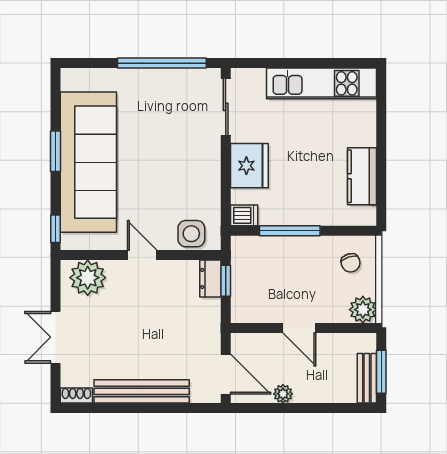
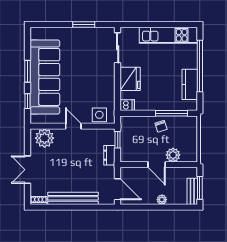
window: (162, 63) -> (84, 25), width x0.47
window: (381, 141) -> (200, 66), added
window: (56, 229) -> (28, 101), moved
window: (290, 231) -> (171, 113), moved
chair: (351, 263) -> (161, 126), moved
dresser: (210, 278) -> (109, 155), moved
plant: (363, 310) -> (173, 155), moved
plant: (283, 394) -> (162, 200), moved

